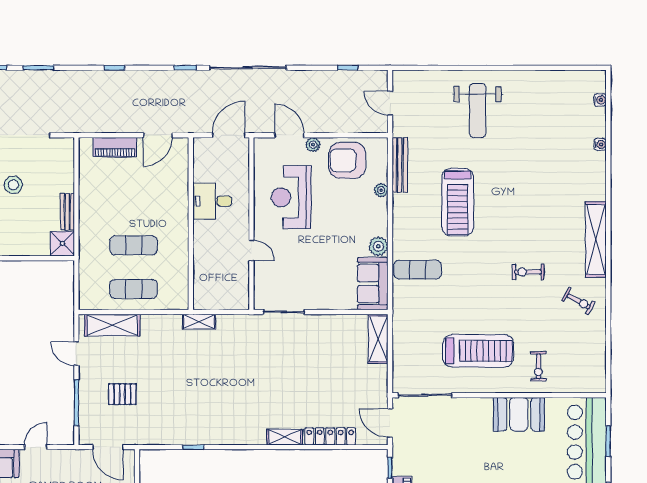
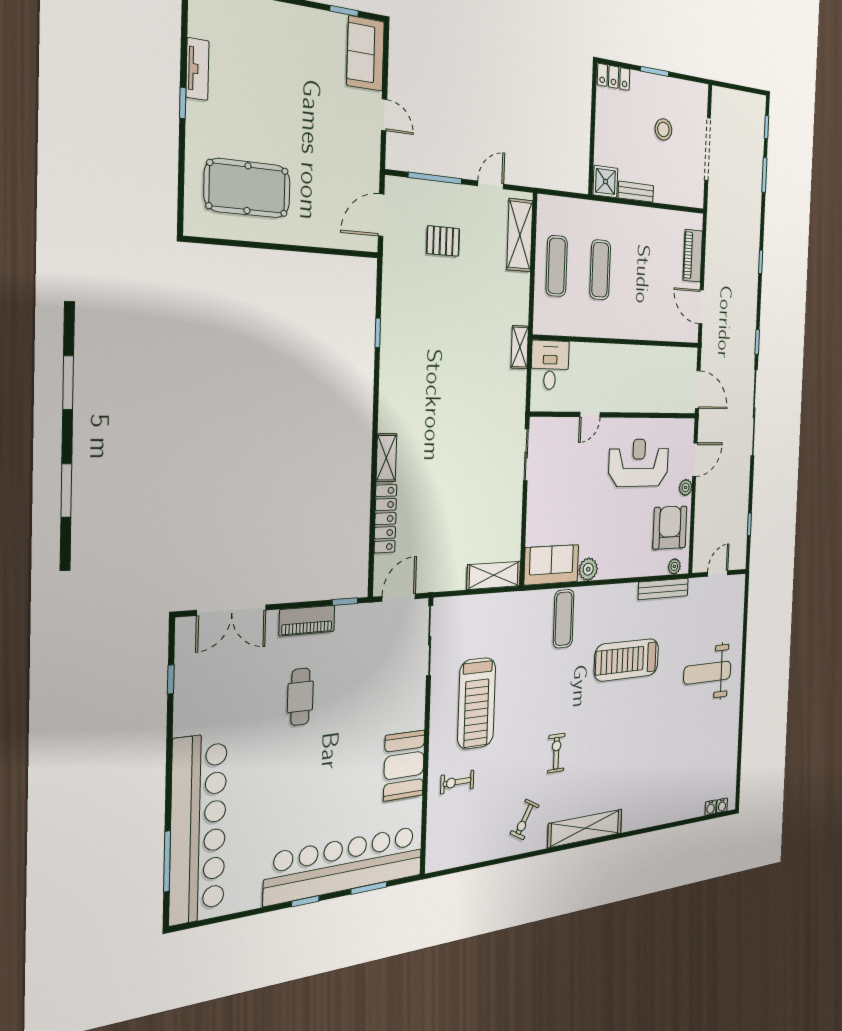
water cooler: (600, 144) -> (722, 805), moved
plant: (381, 190) -> (674, 566), moved
desk: (212, 201) -> (550, 365), moved
pallet: (122, 394) -> (443, 241), turned 90

